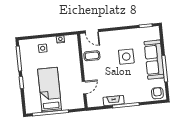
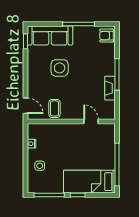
door: (92, 31) -> (25, 106), hinge flipped
sofa: (154, 60) -> (50, 35), moved
bed: (50, 90) -> (89, 182), moved

